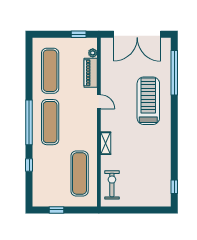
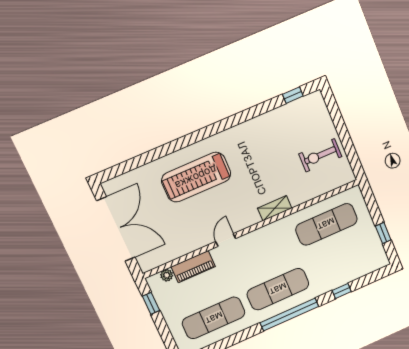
window: (174, 73) -> (144, 159), removed
exercise bike: (112, 185) -> (320, 155), moved

